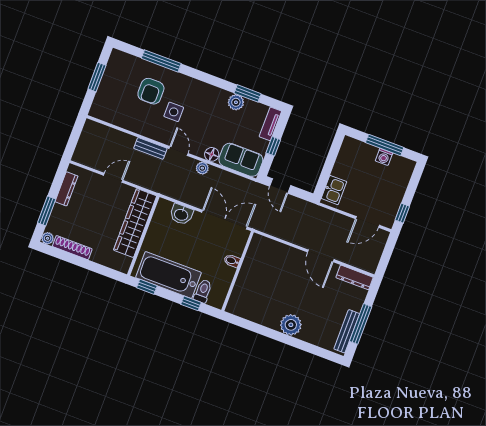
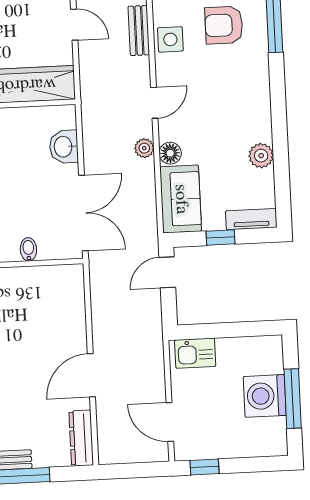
window: (248, 93) -> (281, 167), removed
side table: (174, 112) -> (170, 39), moved
bench: (150, 148) -> (139, 30), moved
washing machine: (384, 157) -> (265, 396), width x1.89, depth x1.89

